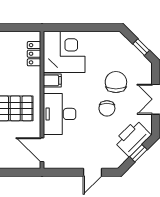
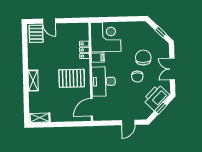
locker: (34, 54) -> (84, 50), moved
door: (42, 150) -> (92, 107), hinge flipped

